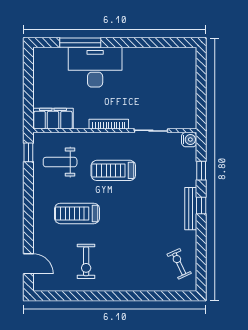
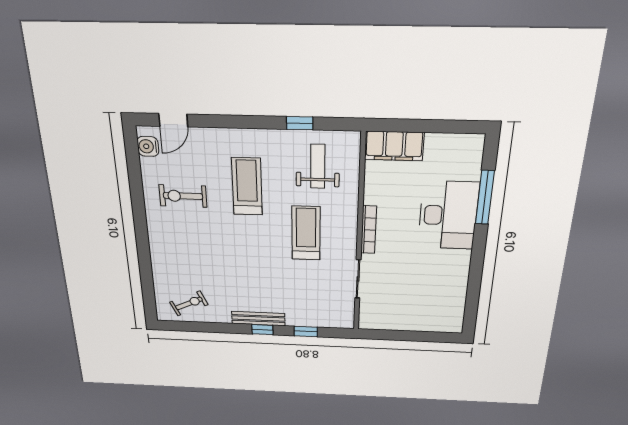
filing cabinet: (53, 119) -> (394, 146), moved, turned 90
water cooler: (189, 140) -> (148, 146), moved, turned 90
window: (28, 152) -> (300, 123), moved

